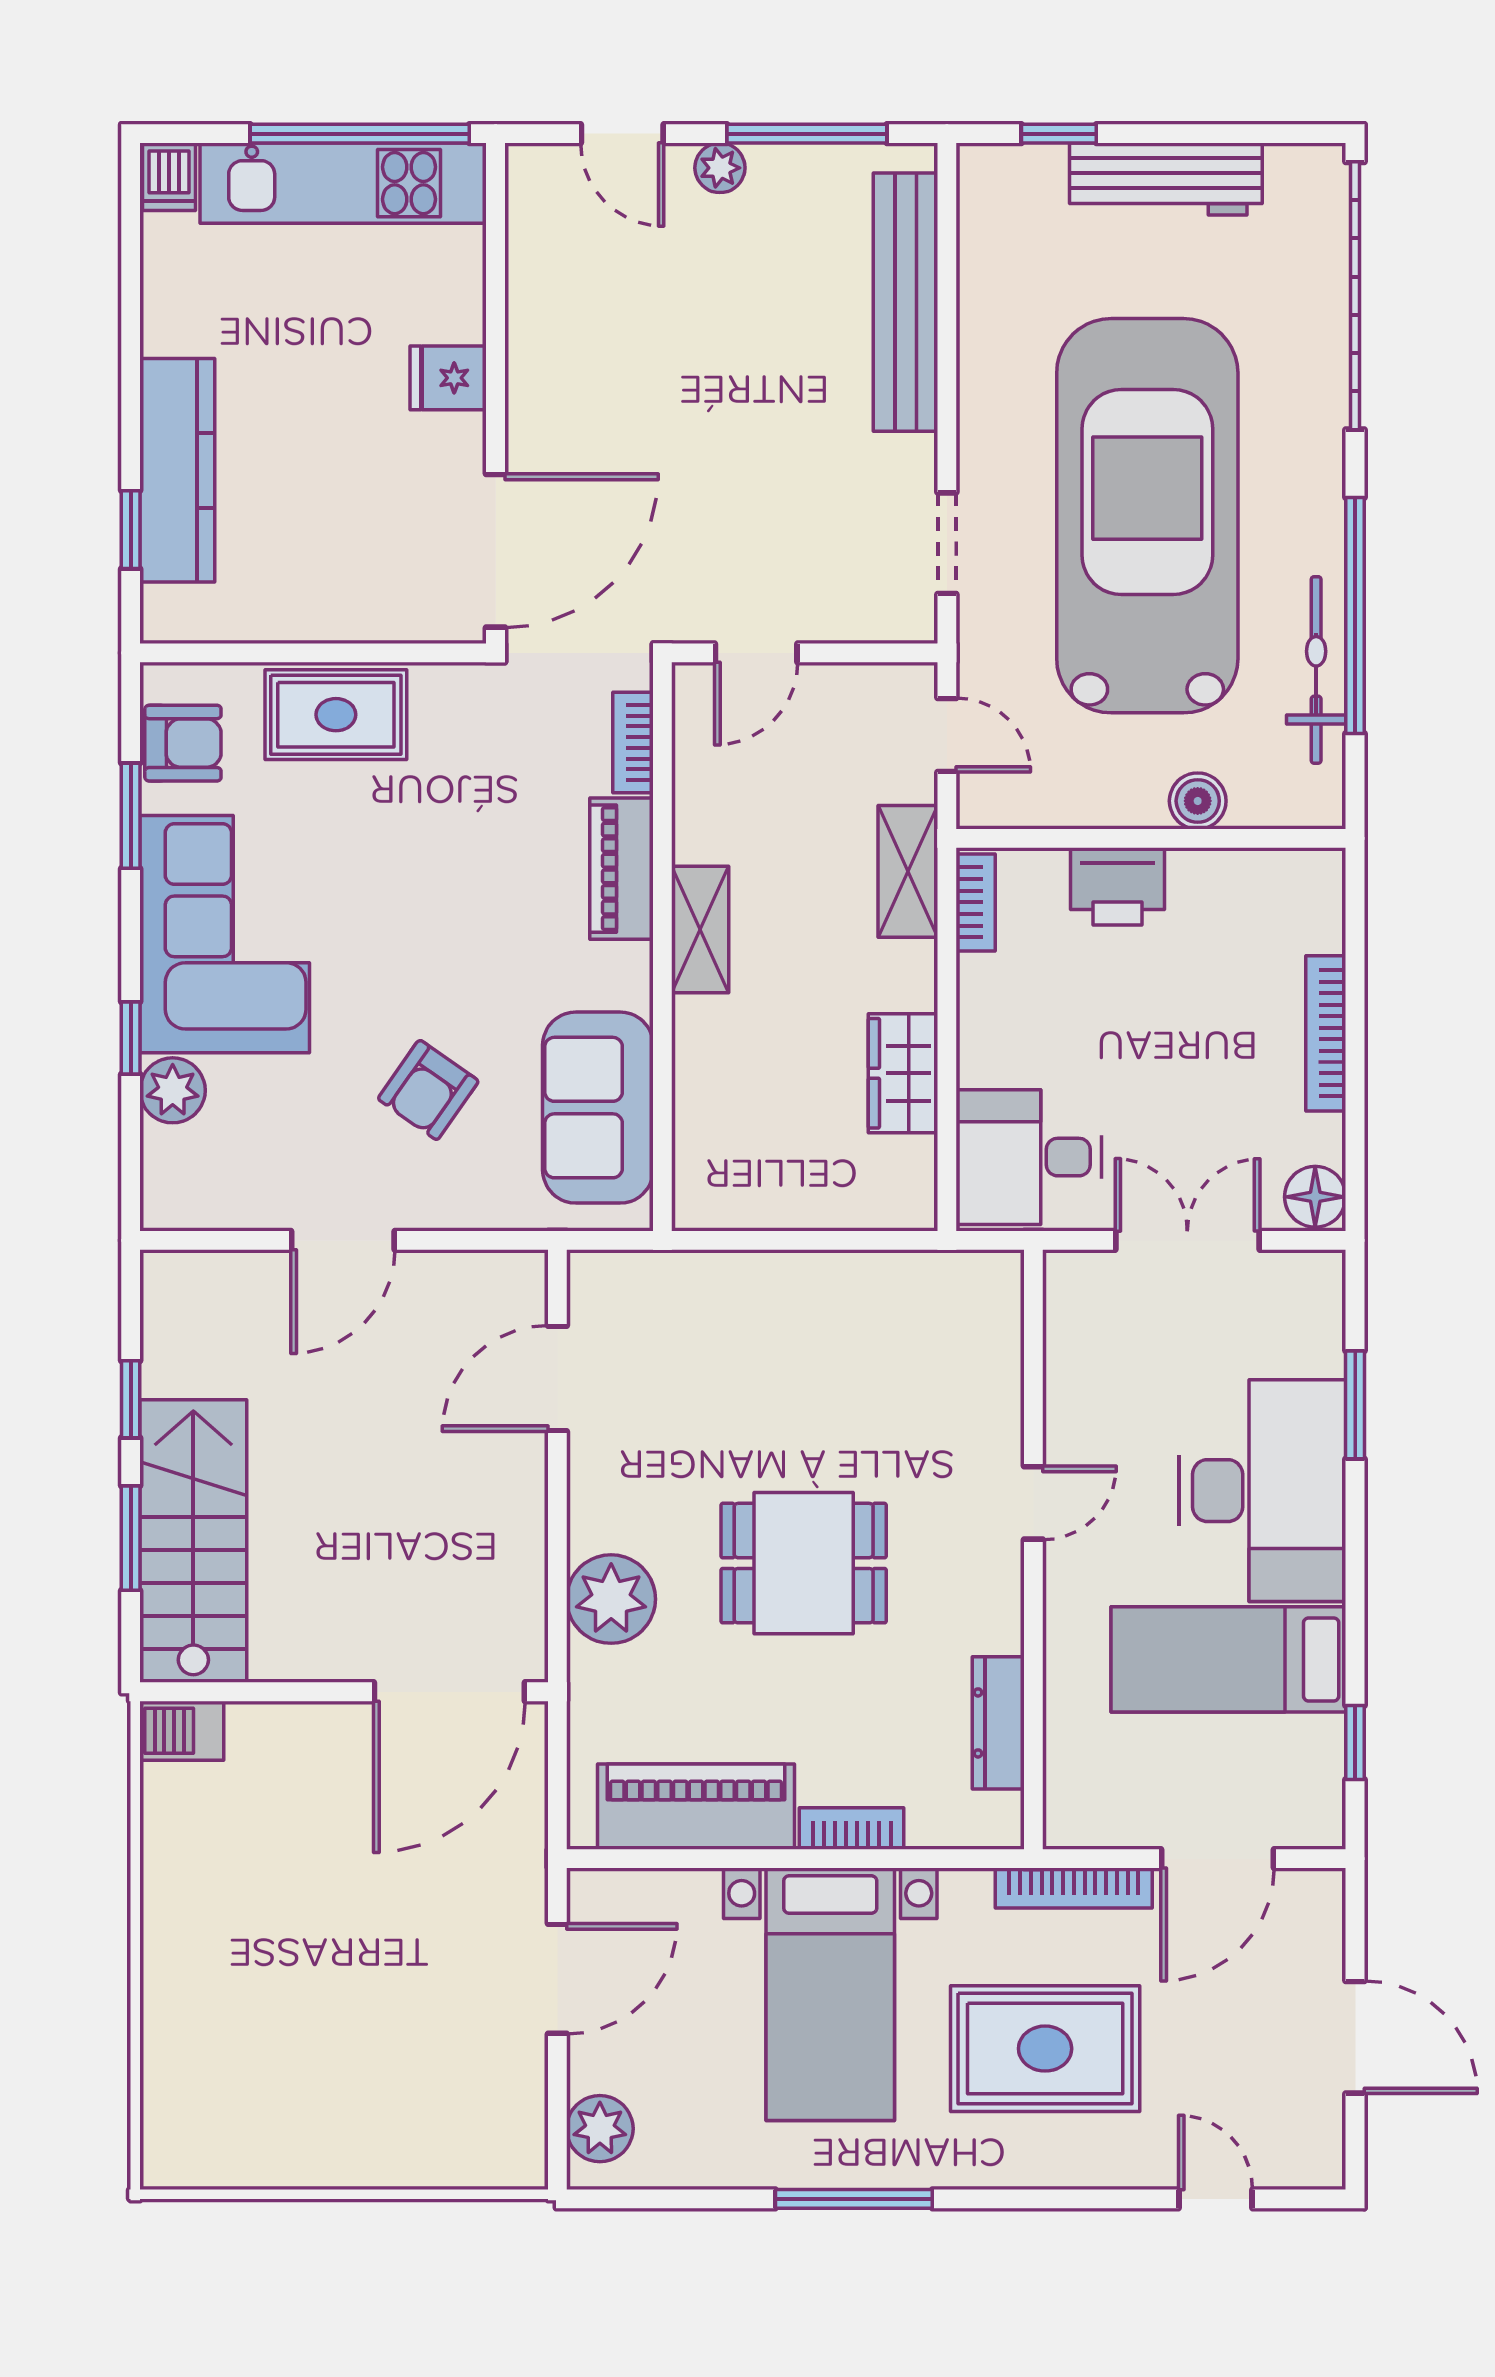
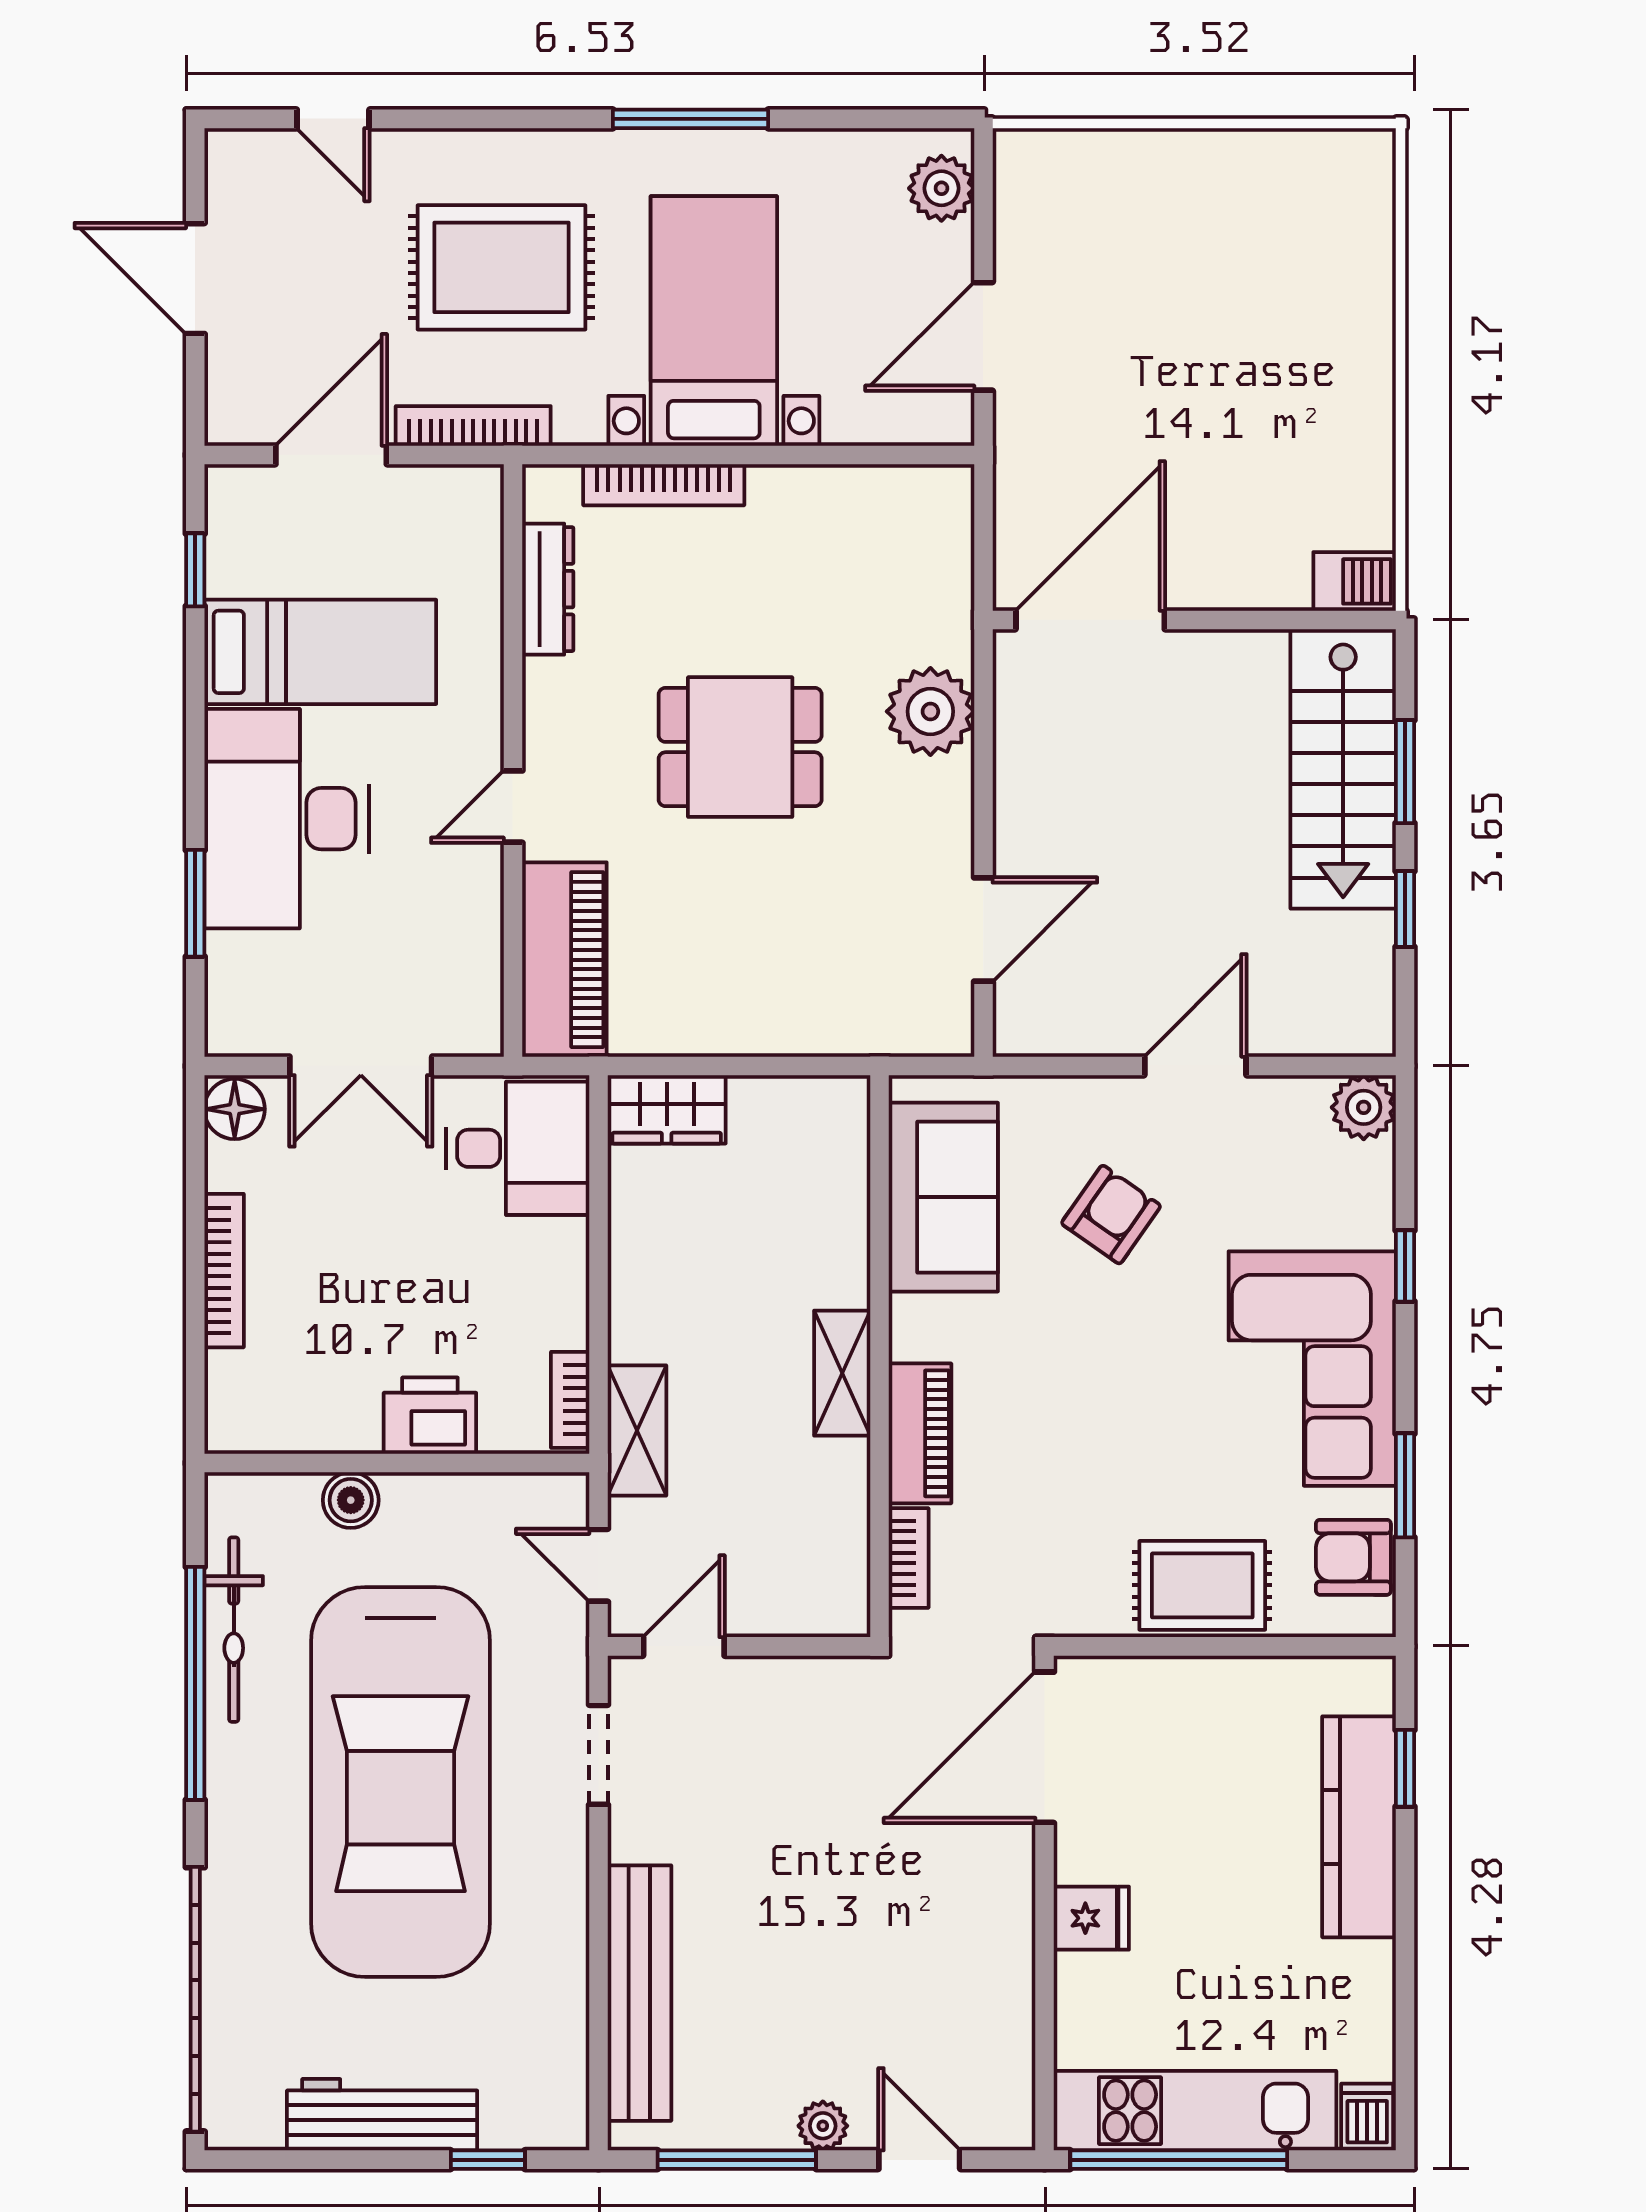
door: (756, 653) -> (684, 1646), moved
wardrobe: (903, 1073) -> (667, 1109), moved, turned 90
plant: (173, 1090) -> (1364, 1107), moved
piano: (696, 1807) -> (564, 960), moved, turned -90
bookcase: (852, 1829) -> (664, 485), width x1.56

